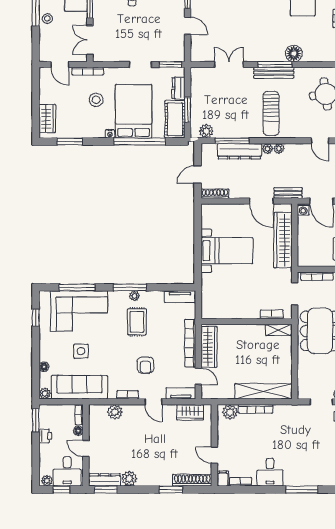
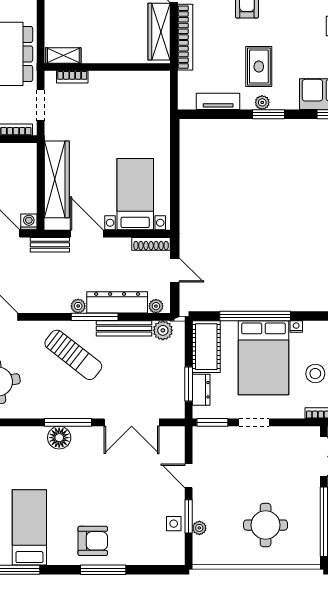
floor lamp: (294, 53) -> (59, 438), moved
double door: (229, 64) -> (132, 422), width x1.37
bench: (274, 73) -> (124, 328), moved
window: (188, 110) -> (189, 384), moved
sun lounger: (271, 113) -> (73, 355), turned 128
window: (232, 141) -> (95, 317), moved
plant: (279, 149) -> (156, 306), moved
door: (198, 175) -> (175, 270), hinge flipped
bed with nightstands: (227, 251) -> (135, 194), moved, turned 90
window: (130, 287) -> (269, 114), width x0.69
tv unit: (180, 297) -> (218, 101), moved

